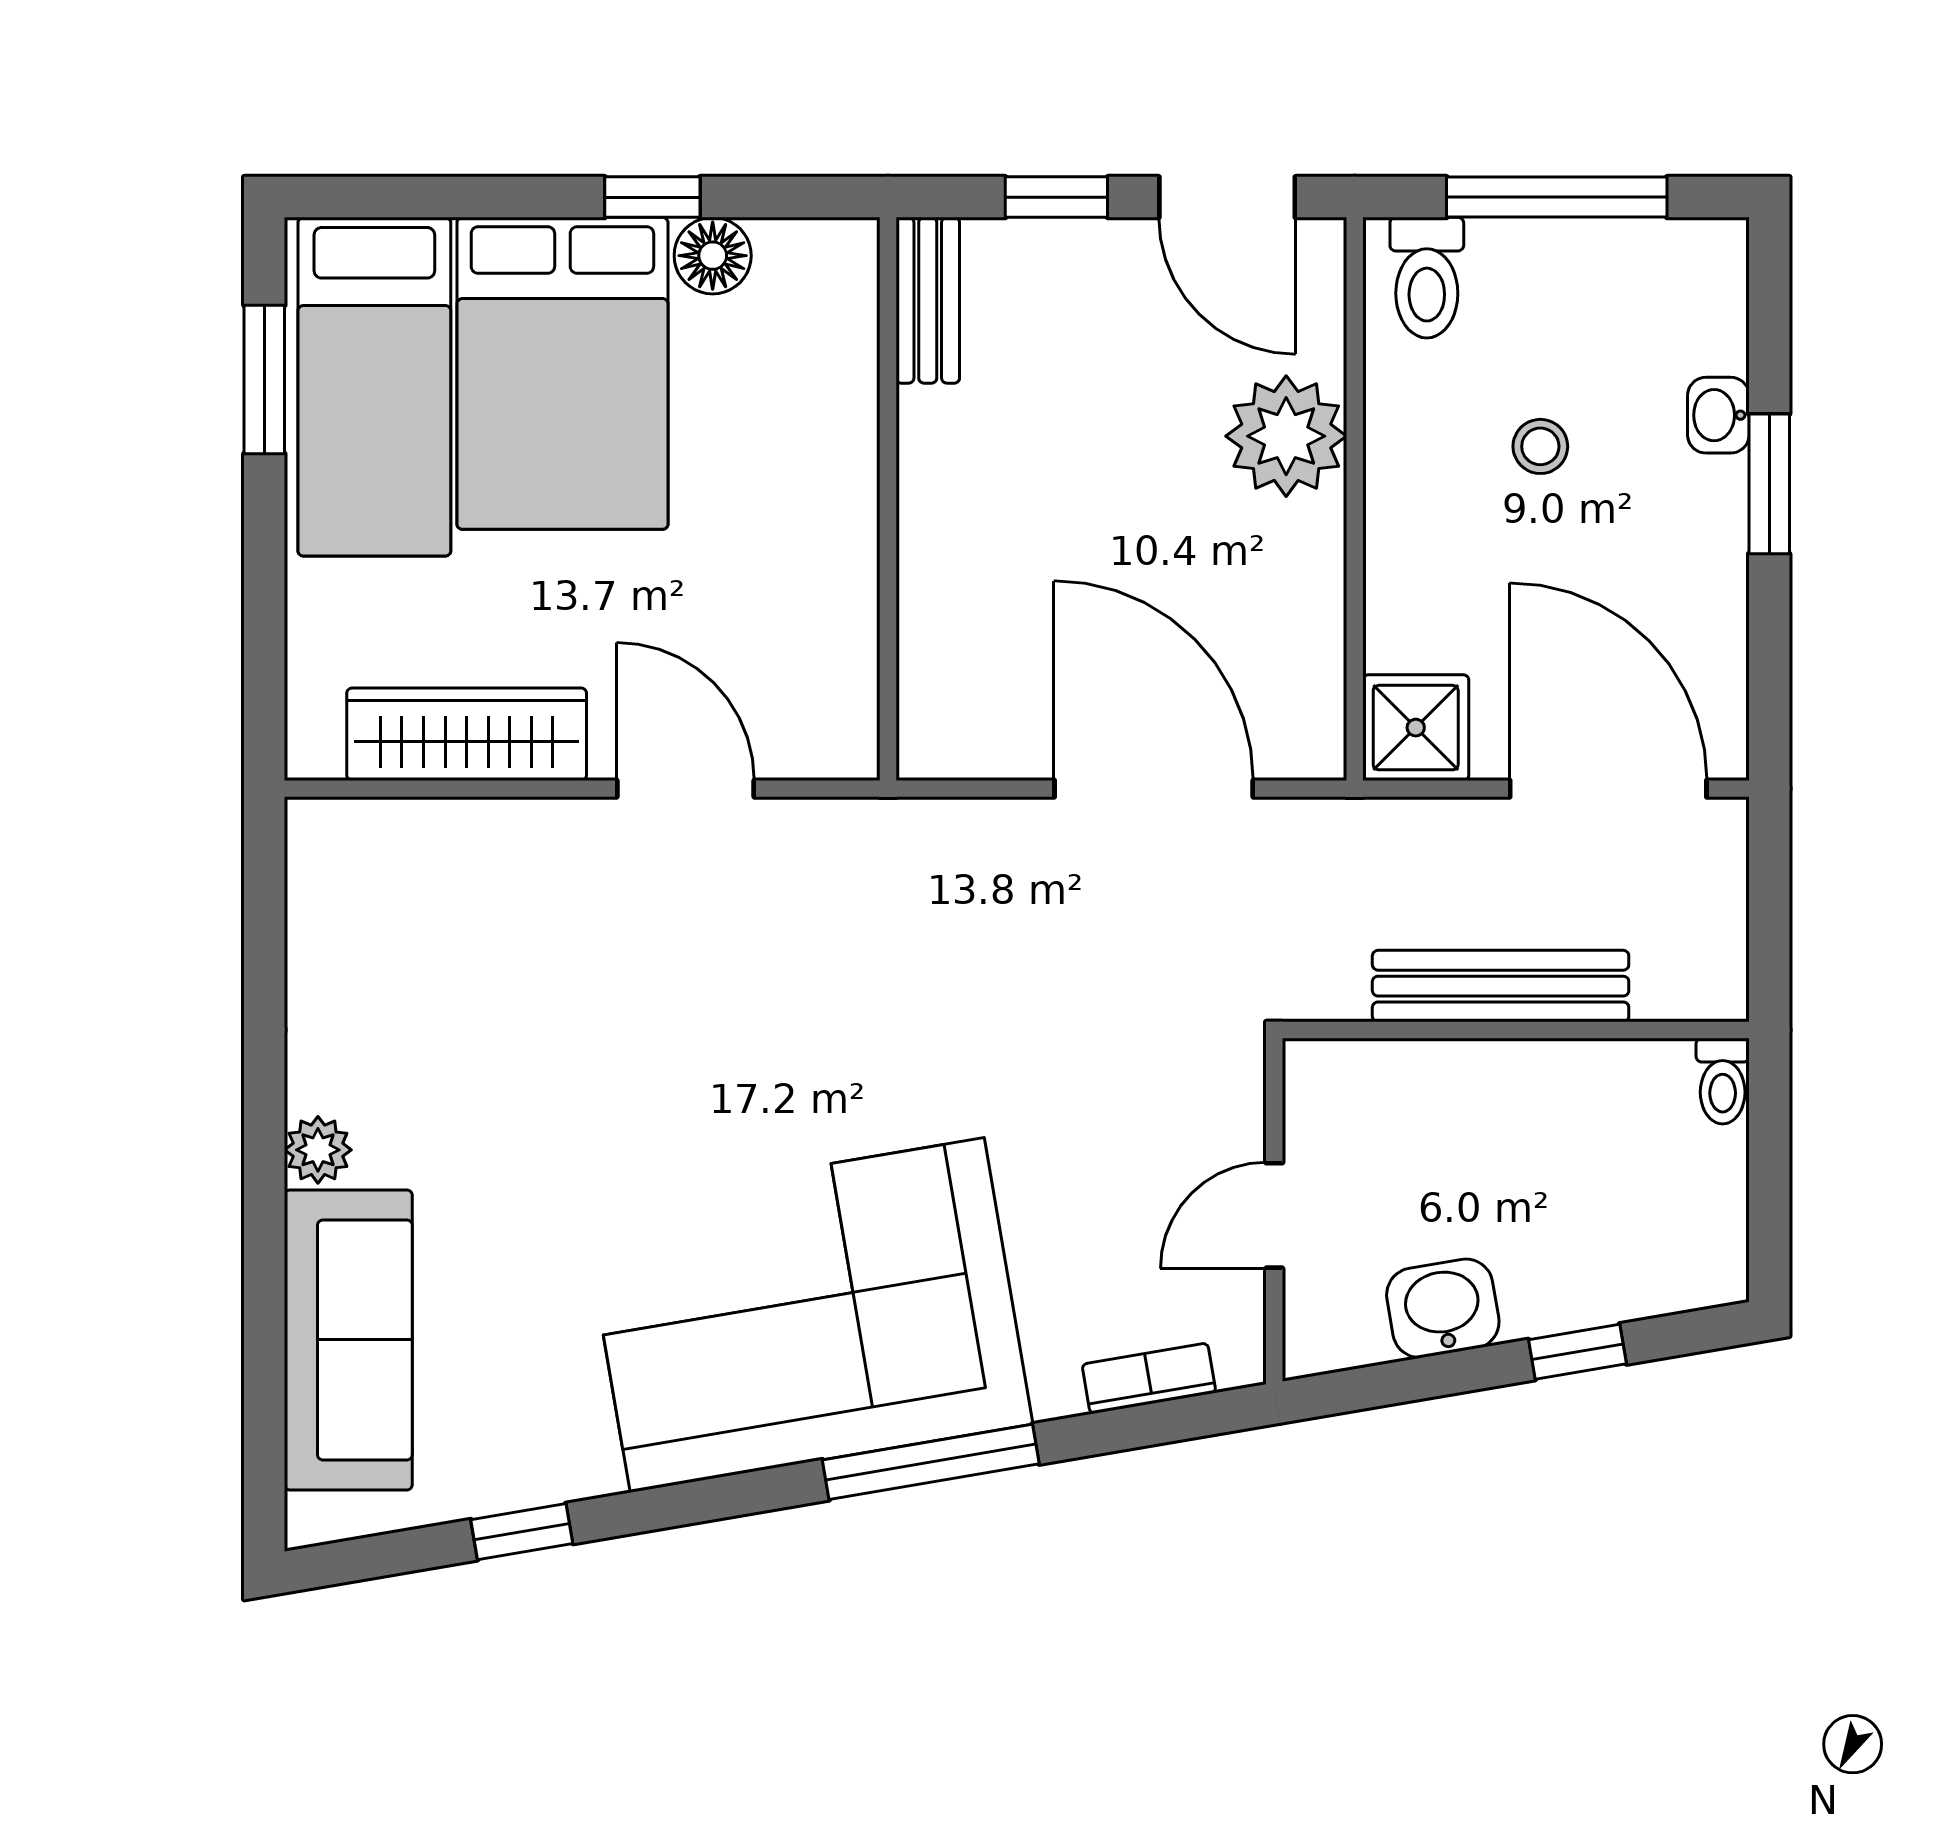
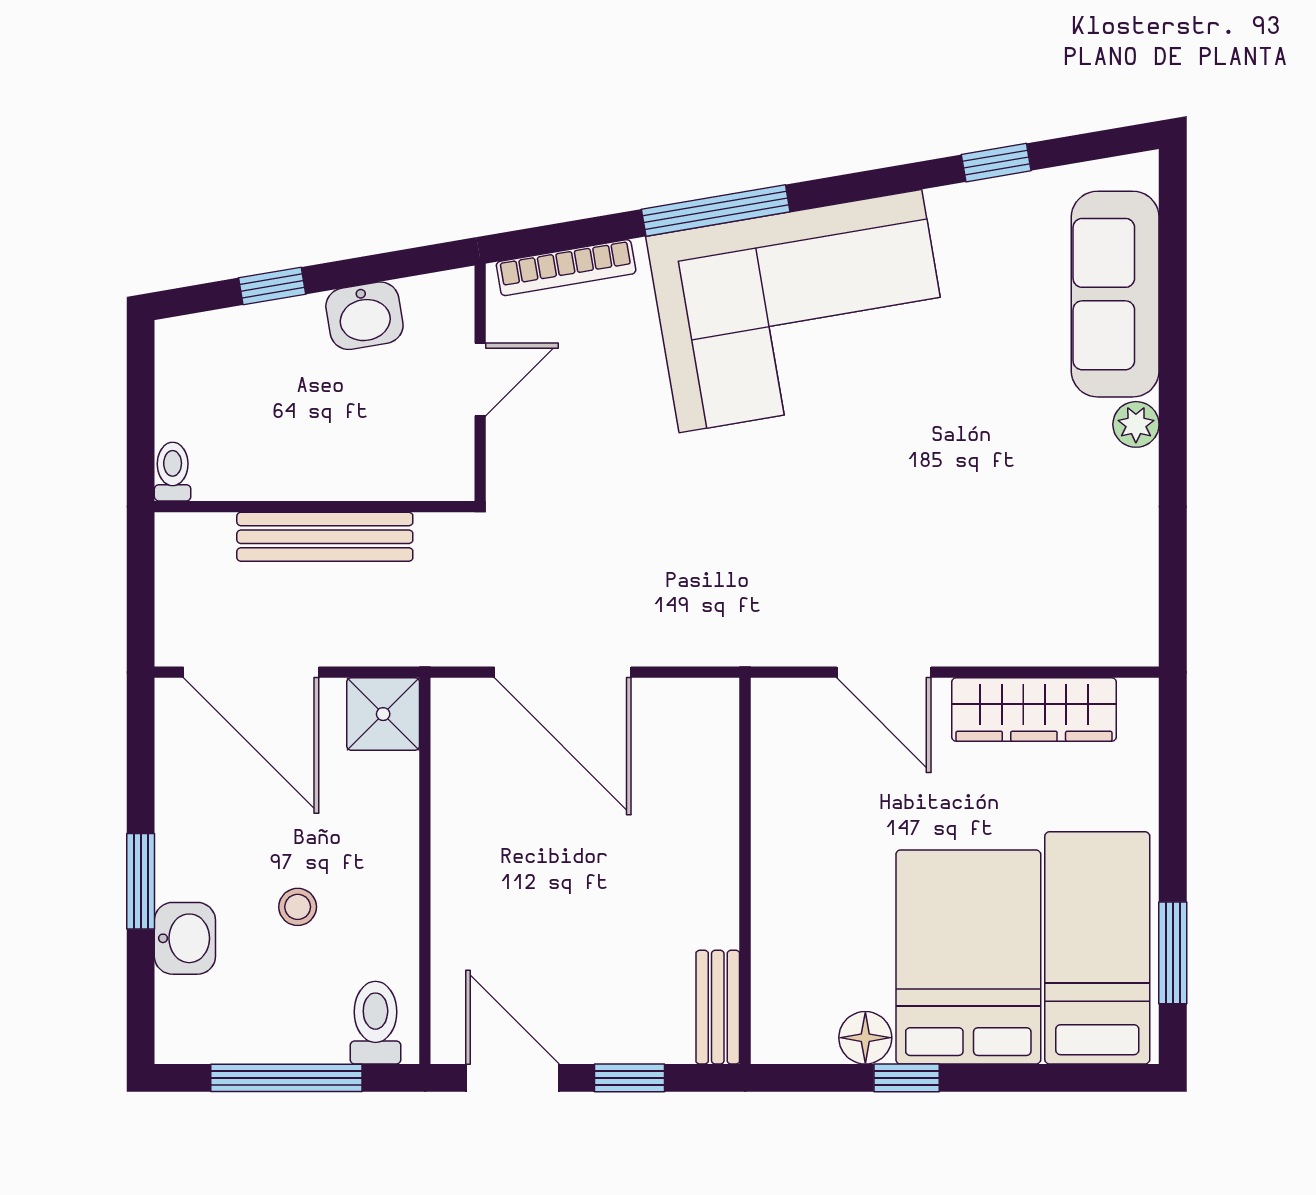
washbasin: (1718, 415) -> (185, 938), width x1.38, depth x1.45
plant: (1286, 436) -> (472, 914), removed
bookcase: (1149, 1378) -> (566, 268), width x1.56

